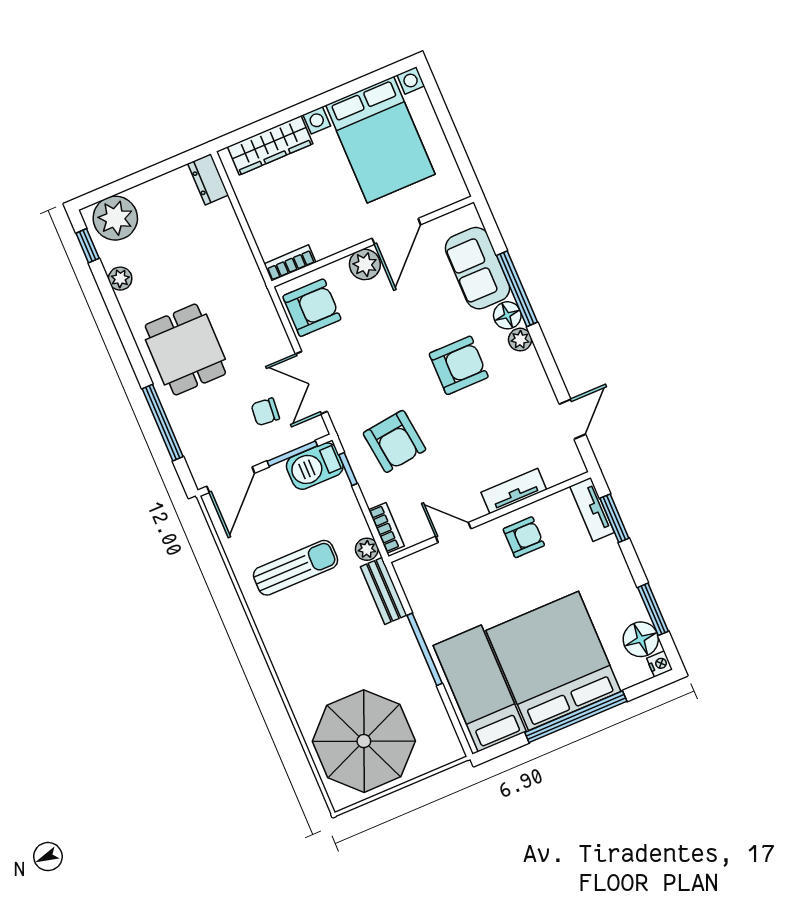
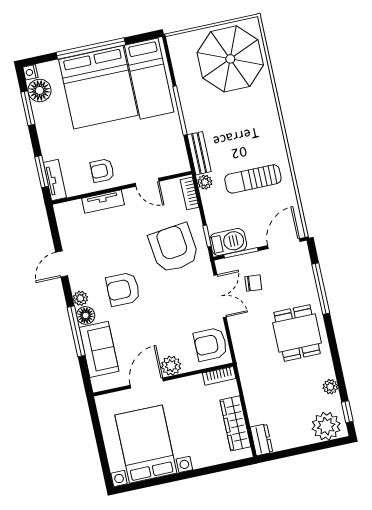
wardrobe: (270, 145) -> (235, 423), moved, turned -90
door: (572, 419) -> (62, 264), moved
armchair: (395, 441) -> (174, 248), width x1.36, depth x1.36

